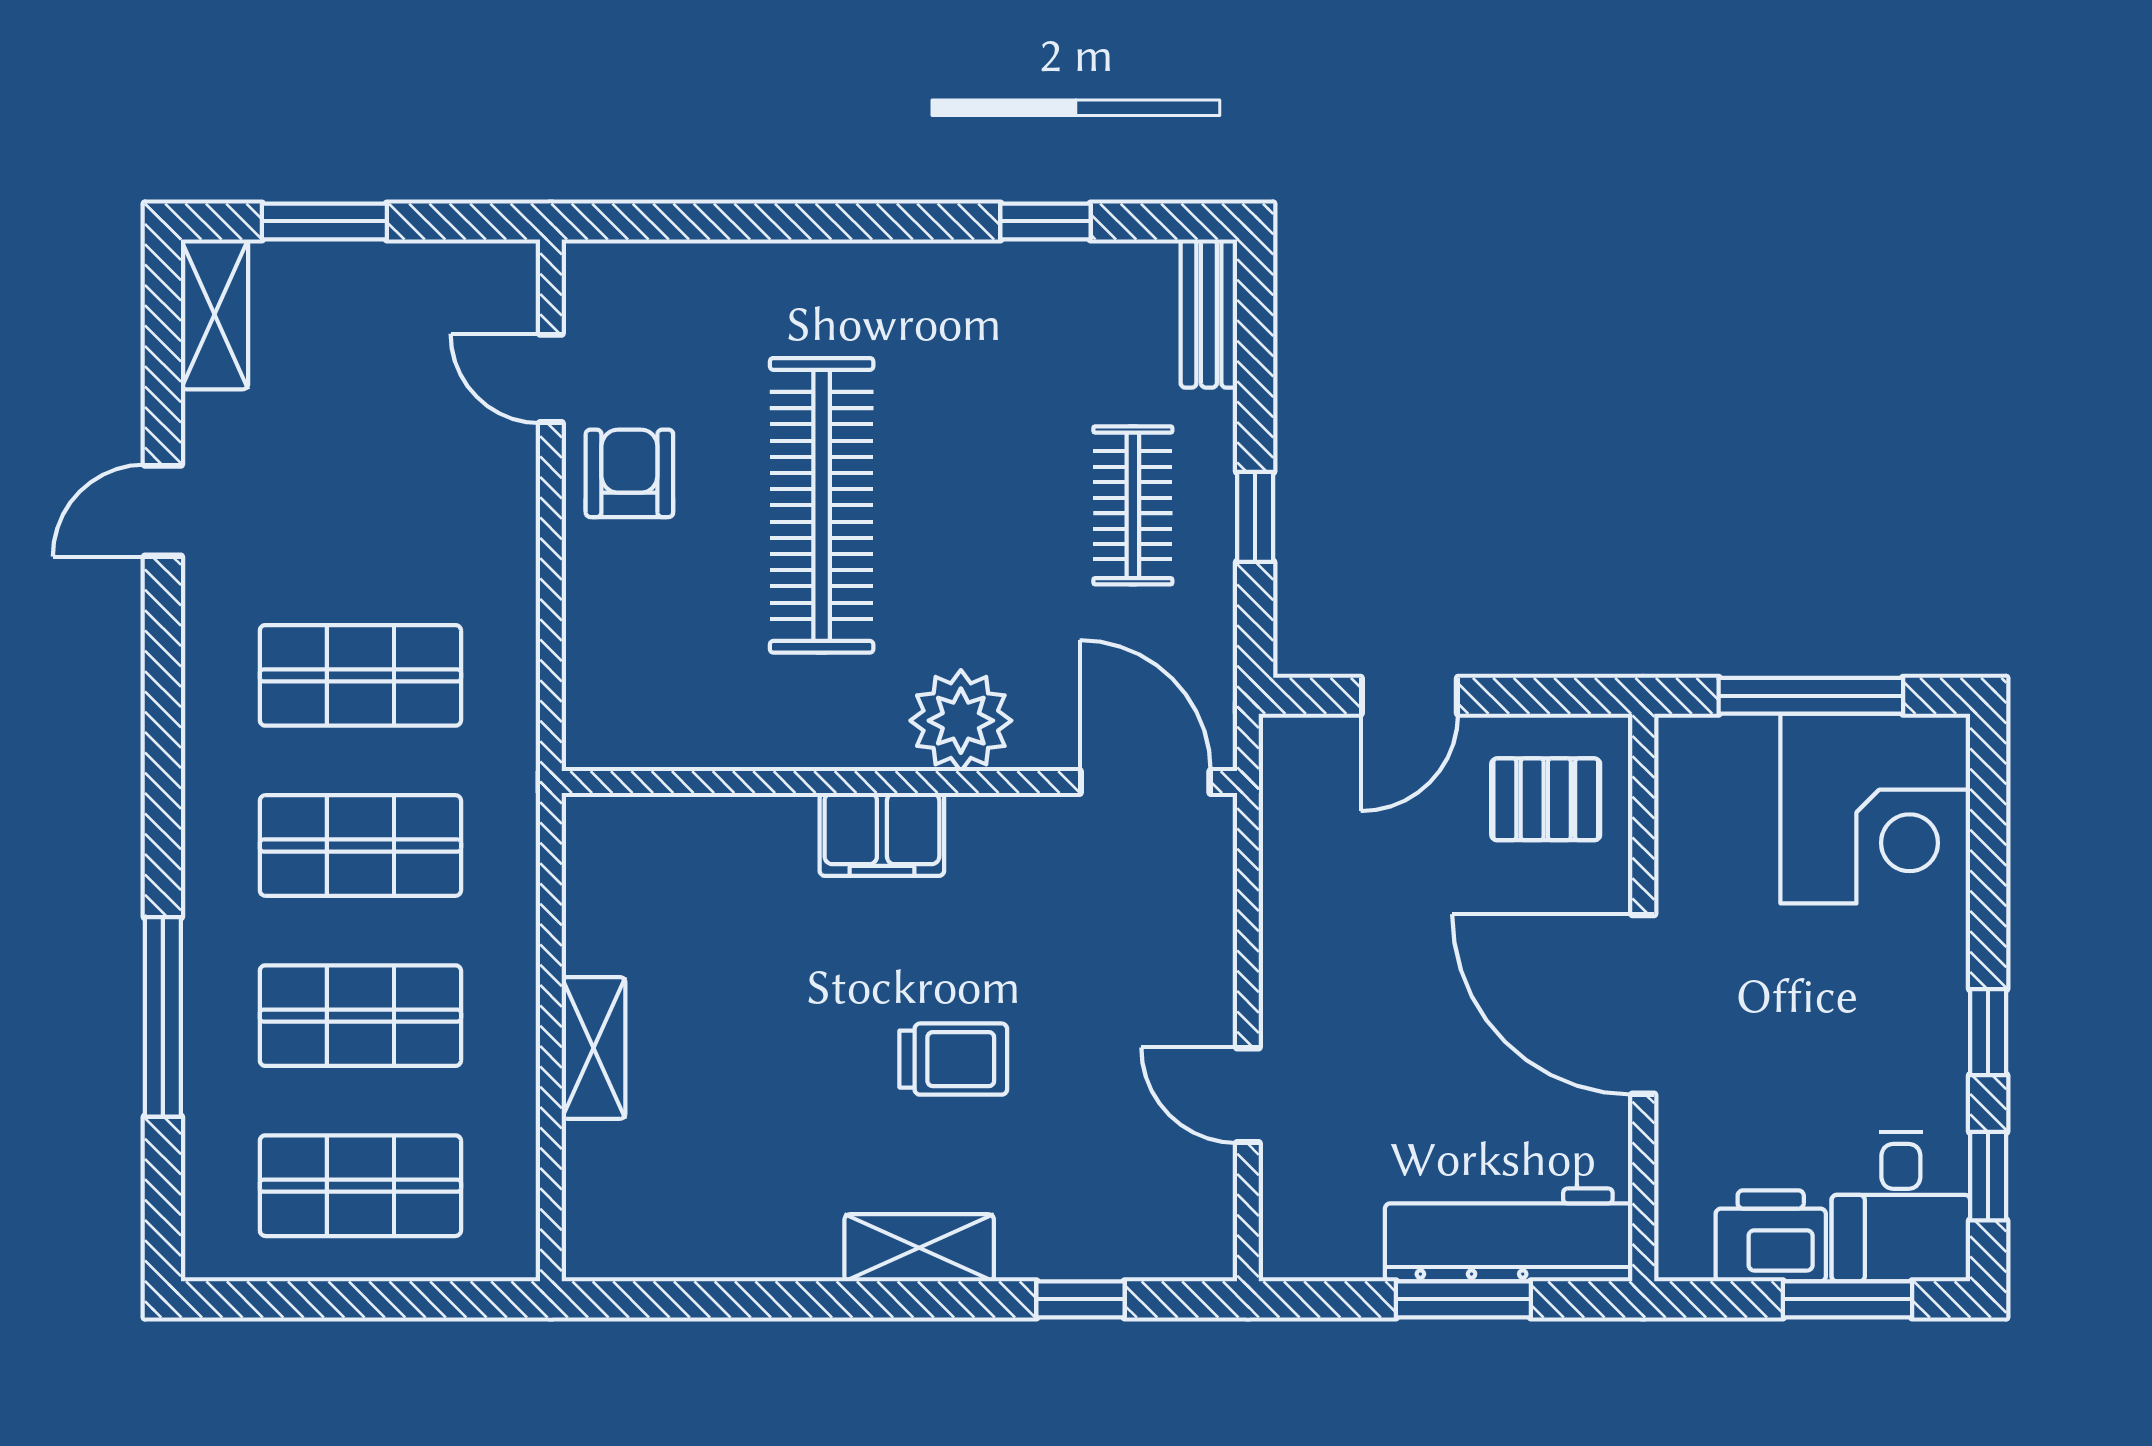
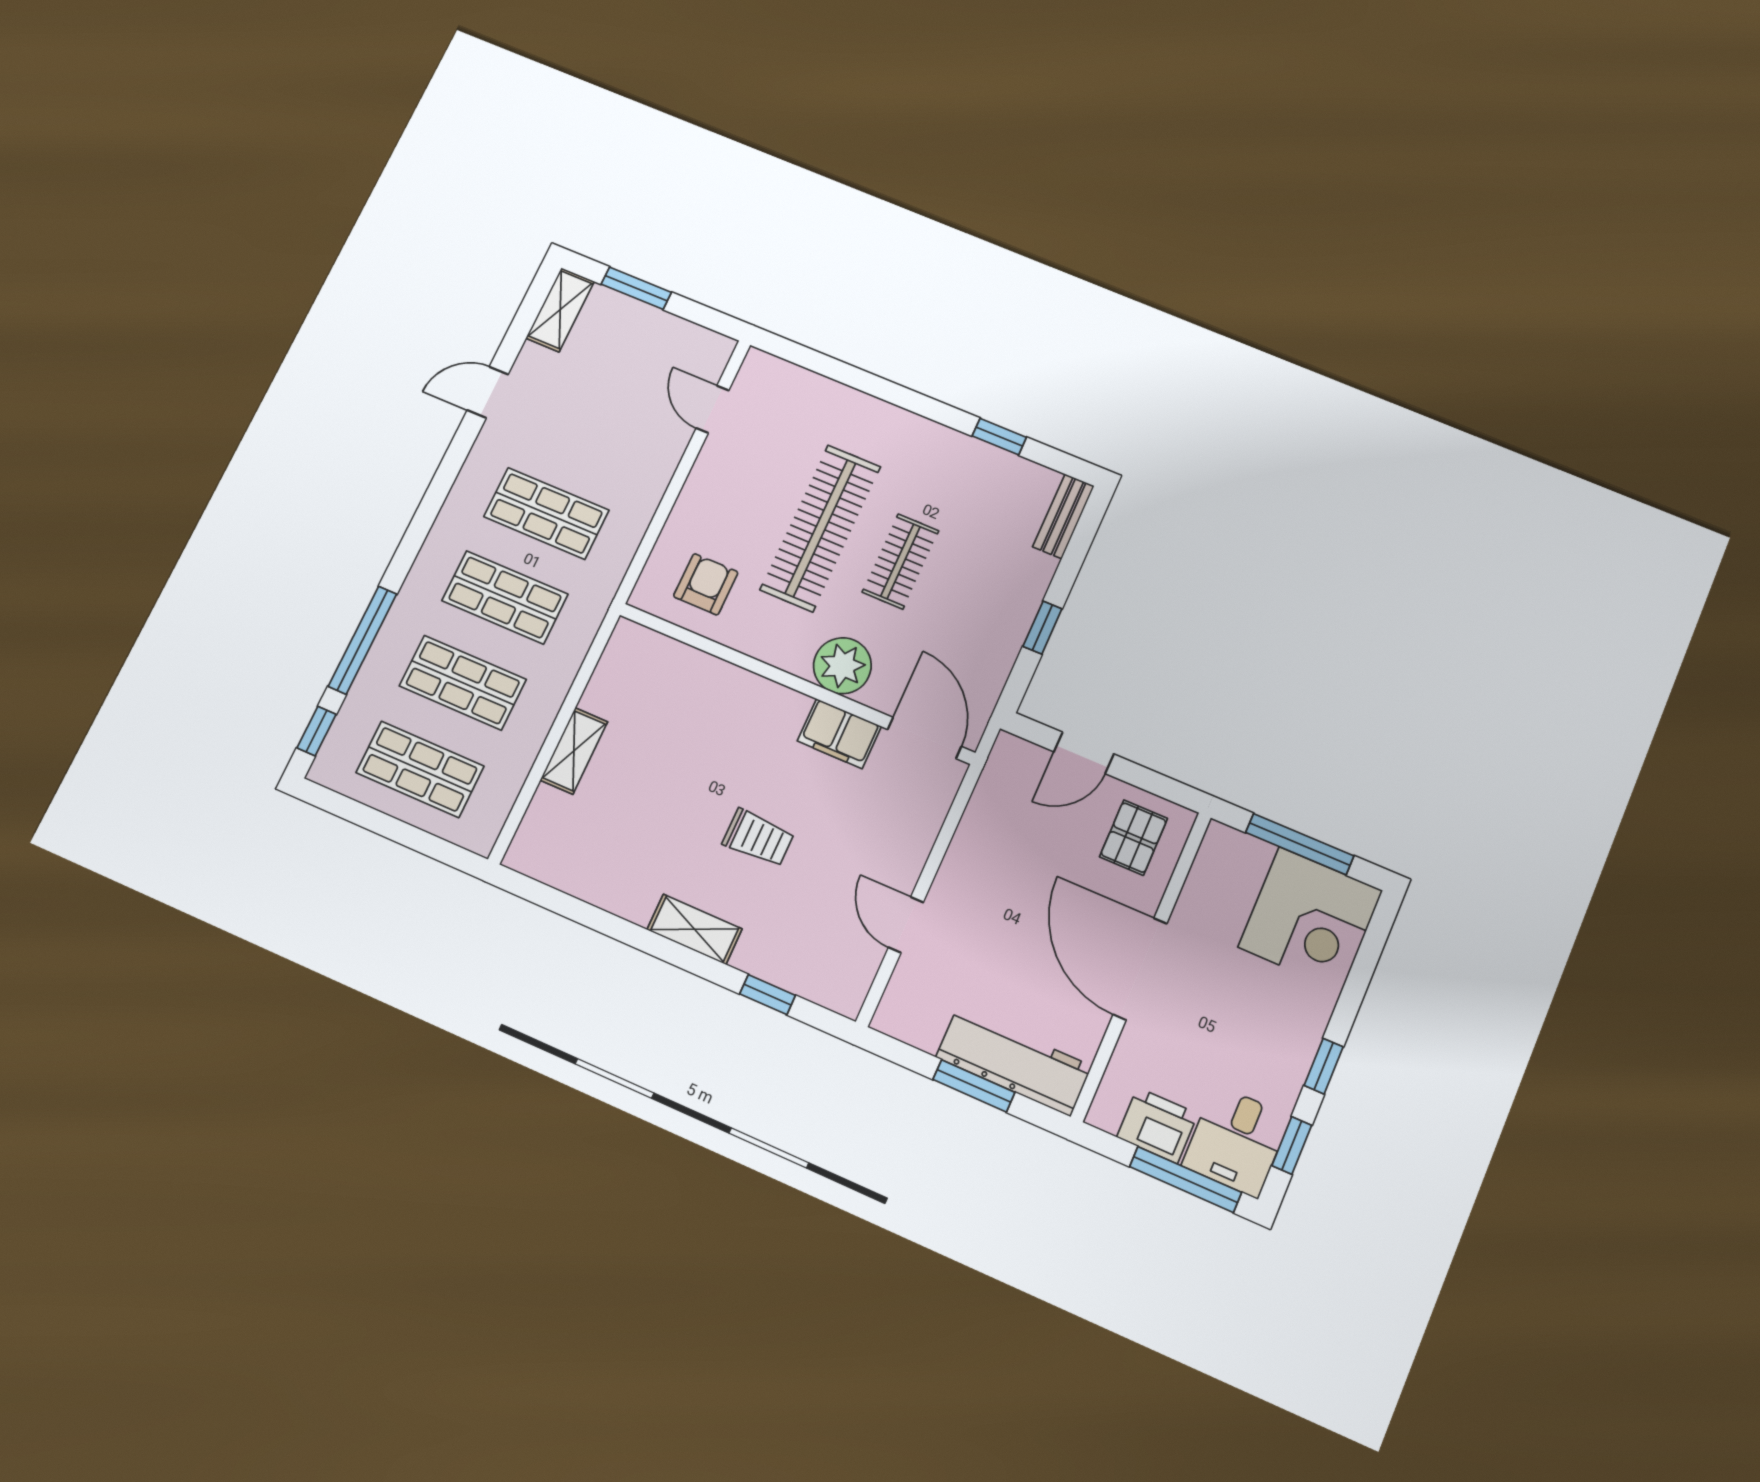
armchair: (629, 473) -> (706, 584), moved
clothes rail: (1133, 505) -> (901, 561), moved
pallet: (1546, 799) -> (1133, 838), turned 90
filing cabinet: (882, 834) -> (839, 734), moved
window: (163, 1197) -> (317, 731), added
window: (1848, 1299) -> (1185, 1179), width x1.44

